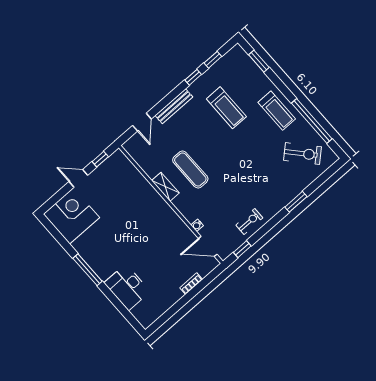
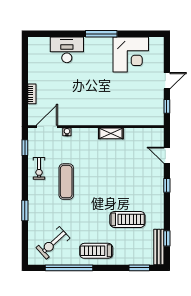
window: (193, 77) -> (167, 185), moved
bench: (174, 106) -> (159, 247), moved
treadmill: (226, 108) -> (127, 219), turned 180
exercise mat: (190, 169) -> (66, 182), moved, turned 90
corner desk: (71, 216) -> (131, 54), moved

